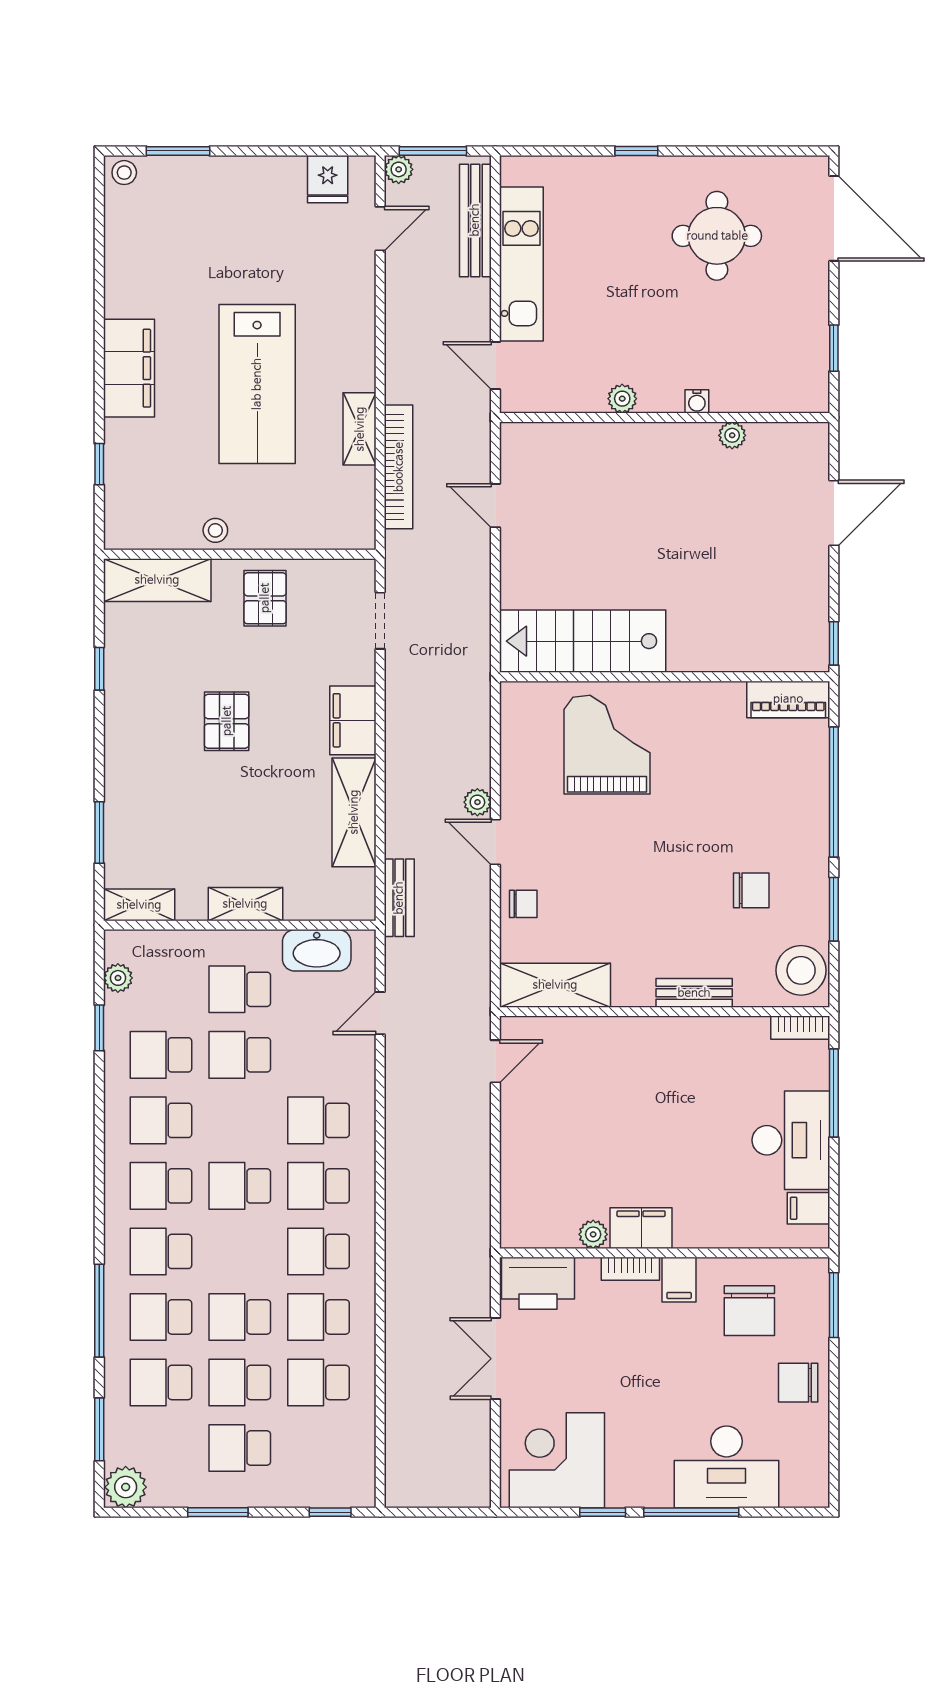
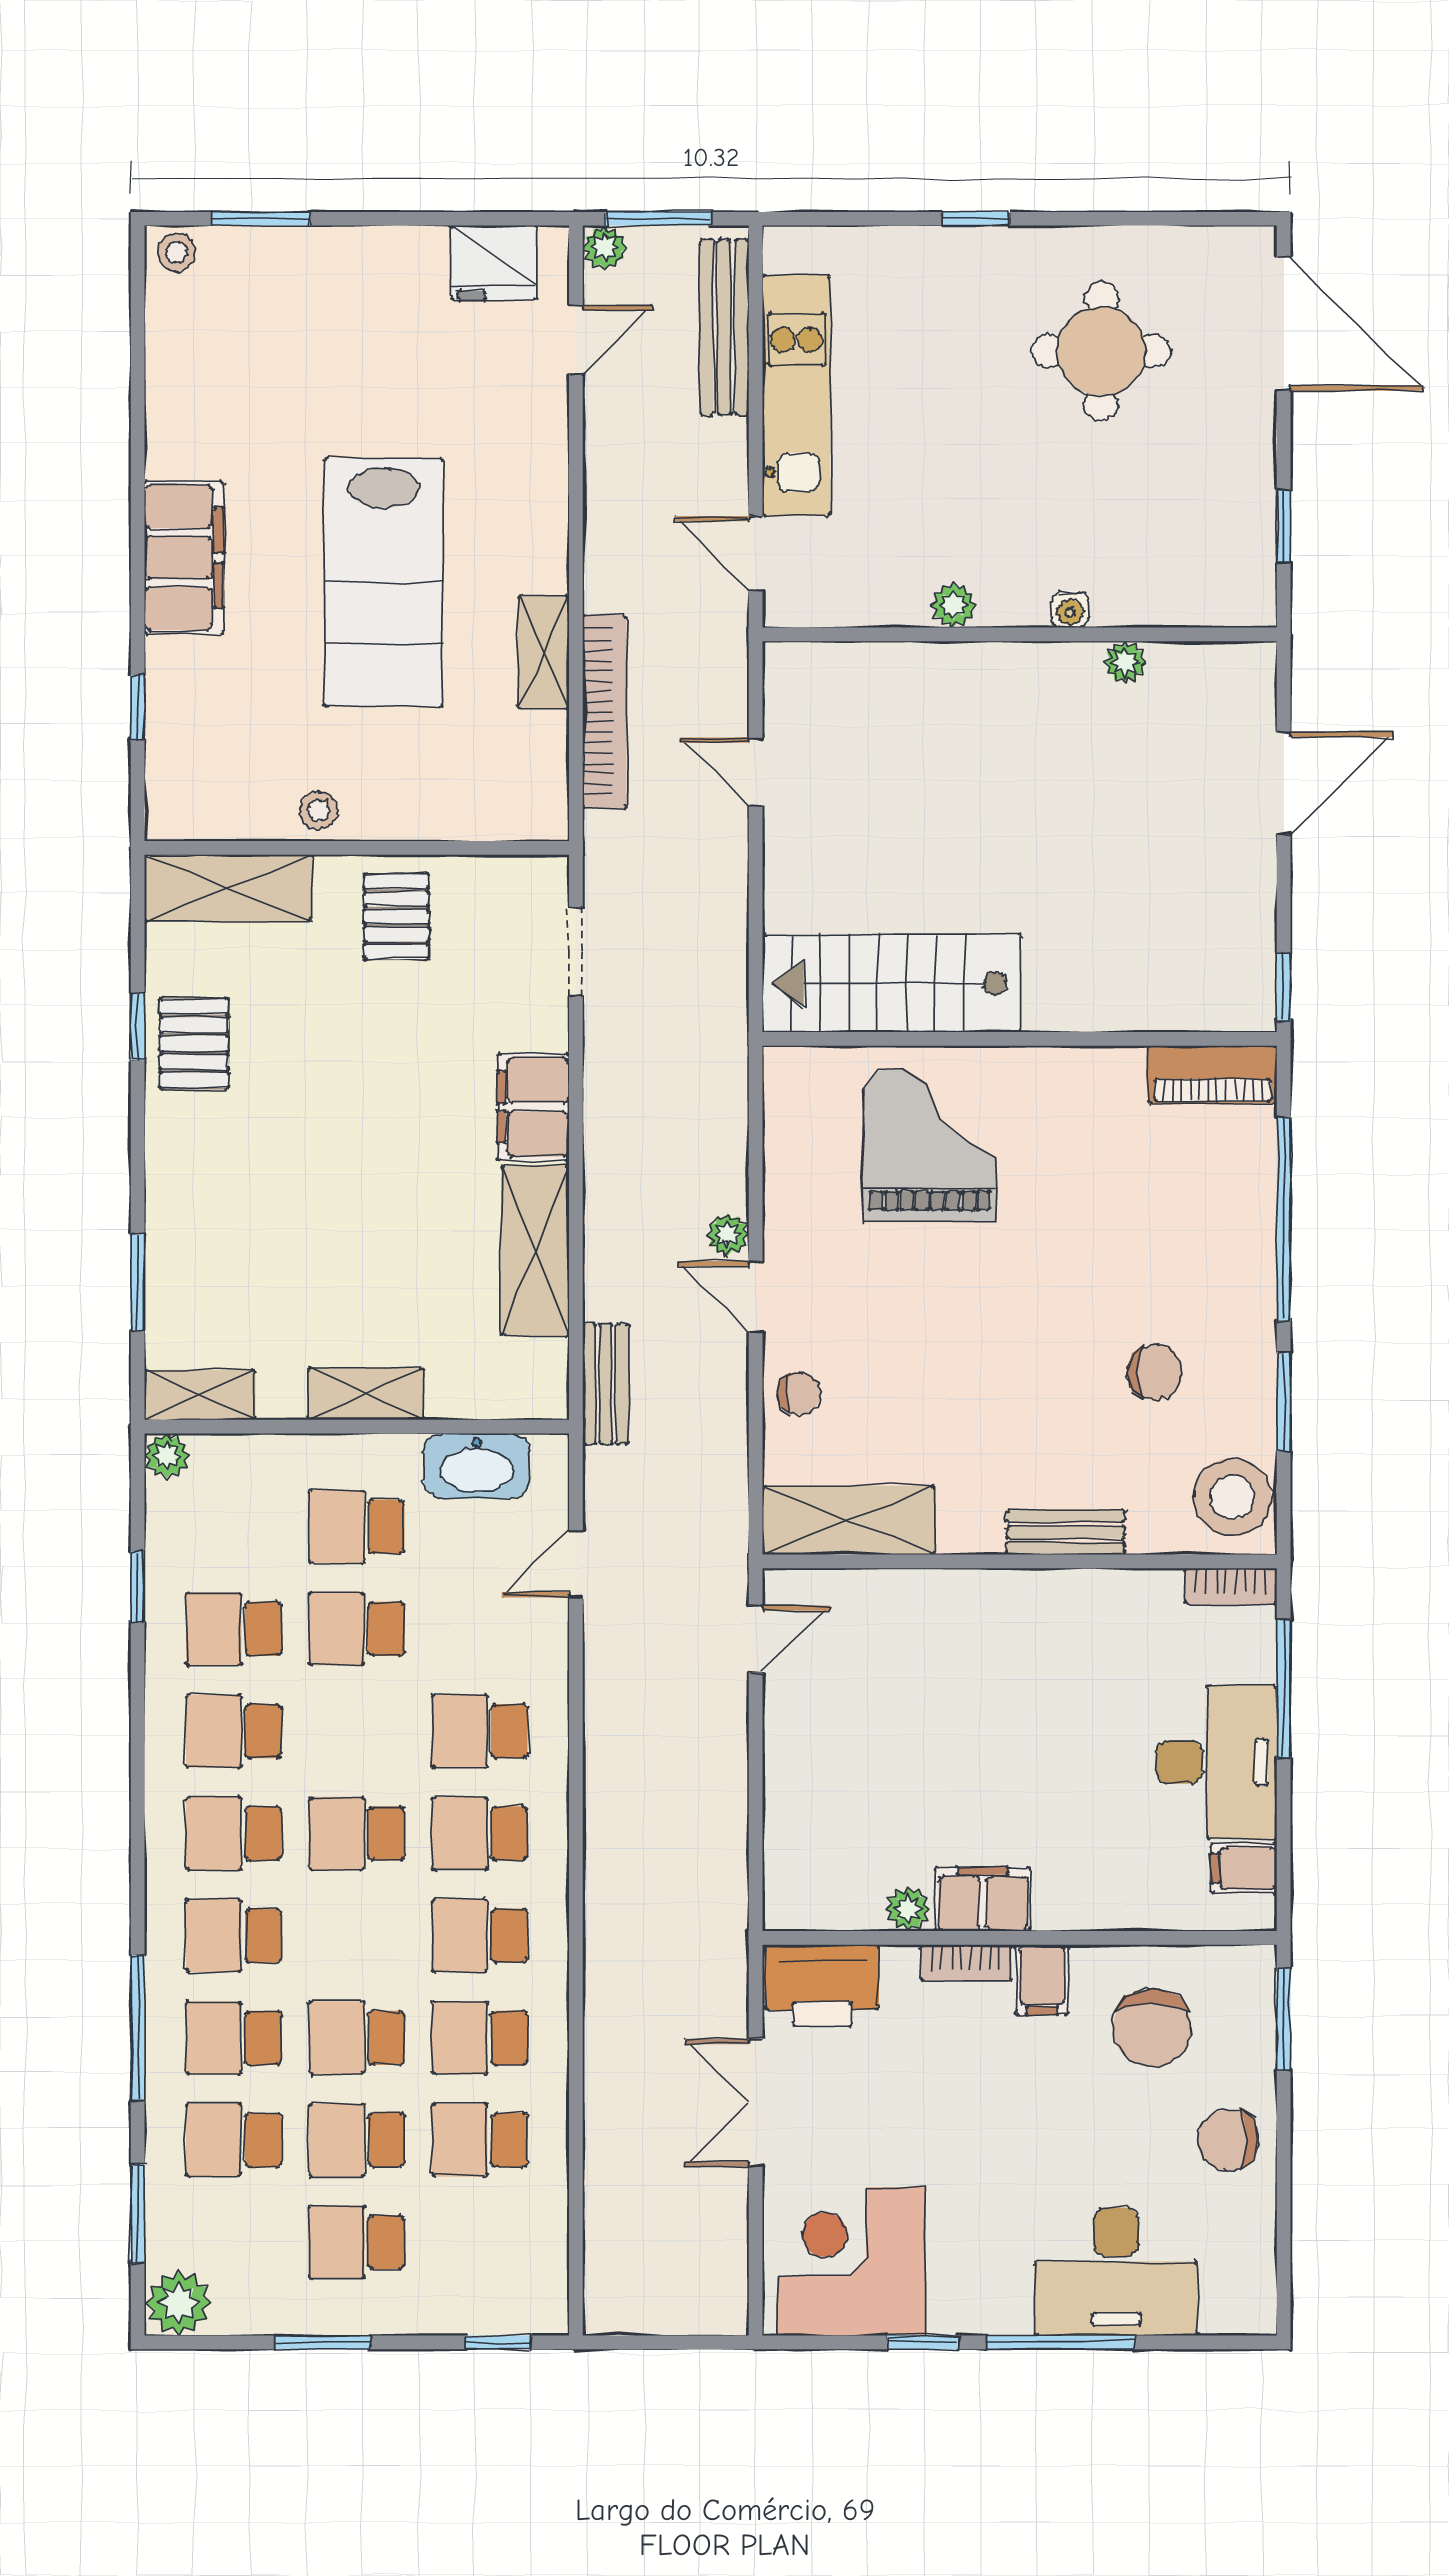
fridge: (328, 179) -> (494, 263), width x1.38
pallet: (227, 721) -> (194, 1043), moved
plant: (118, 978) -> (167, 1456), moved

